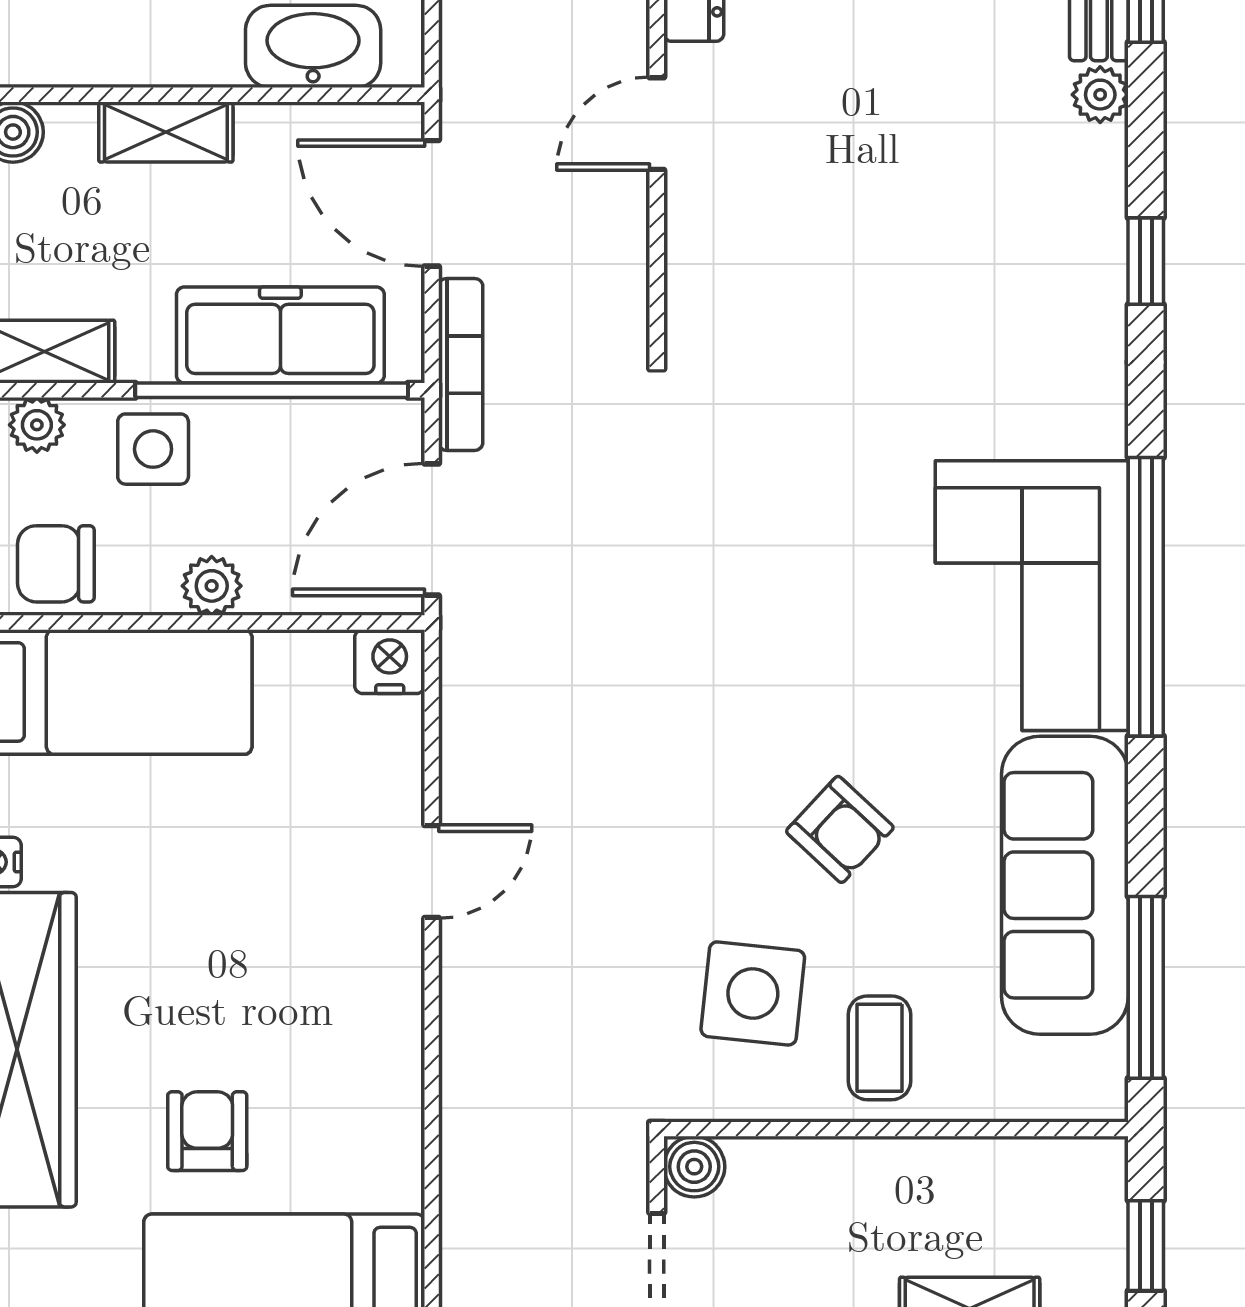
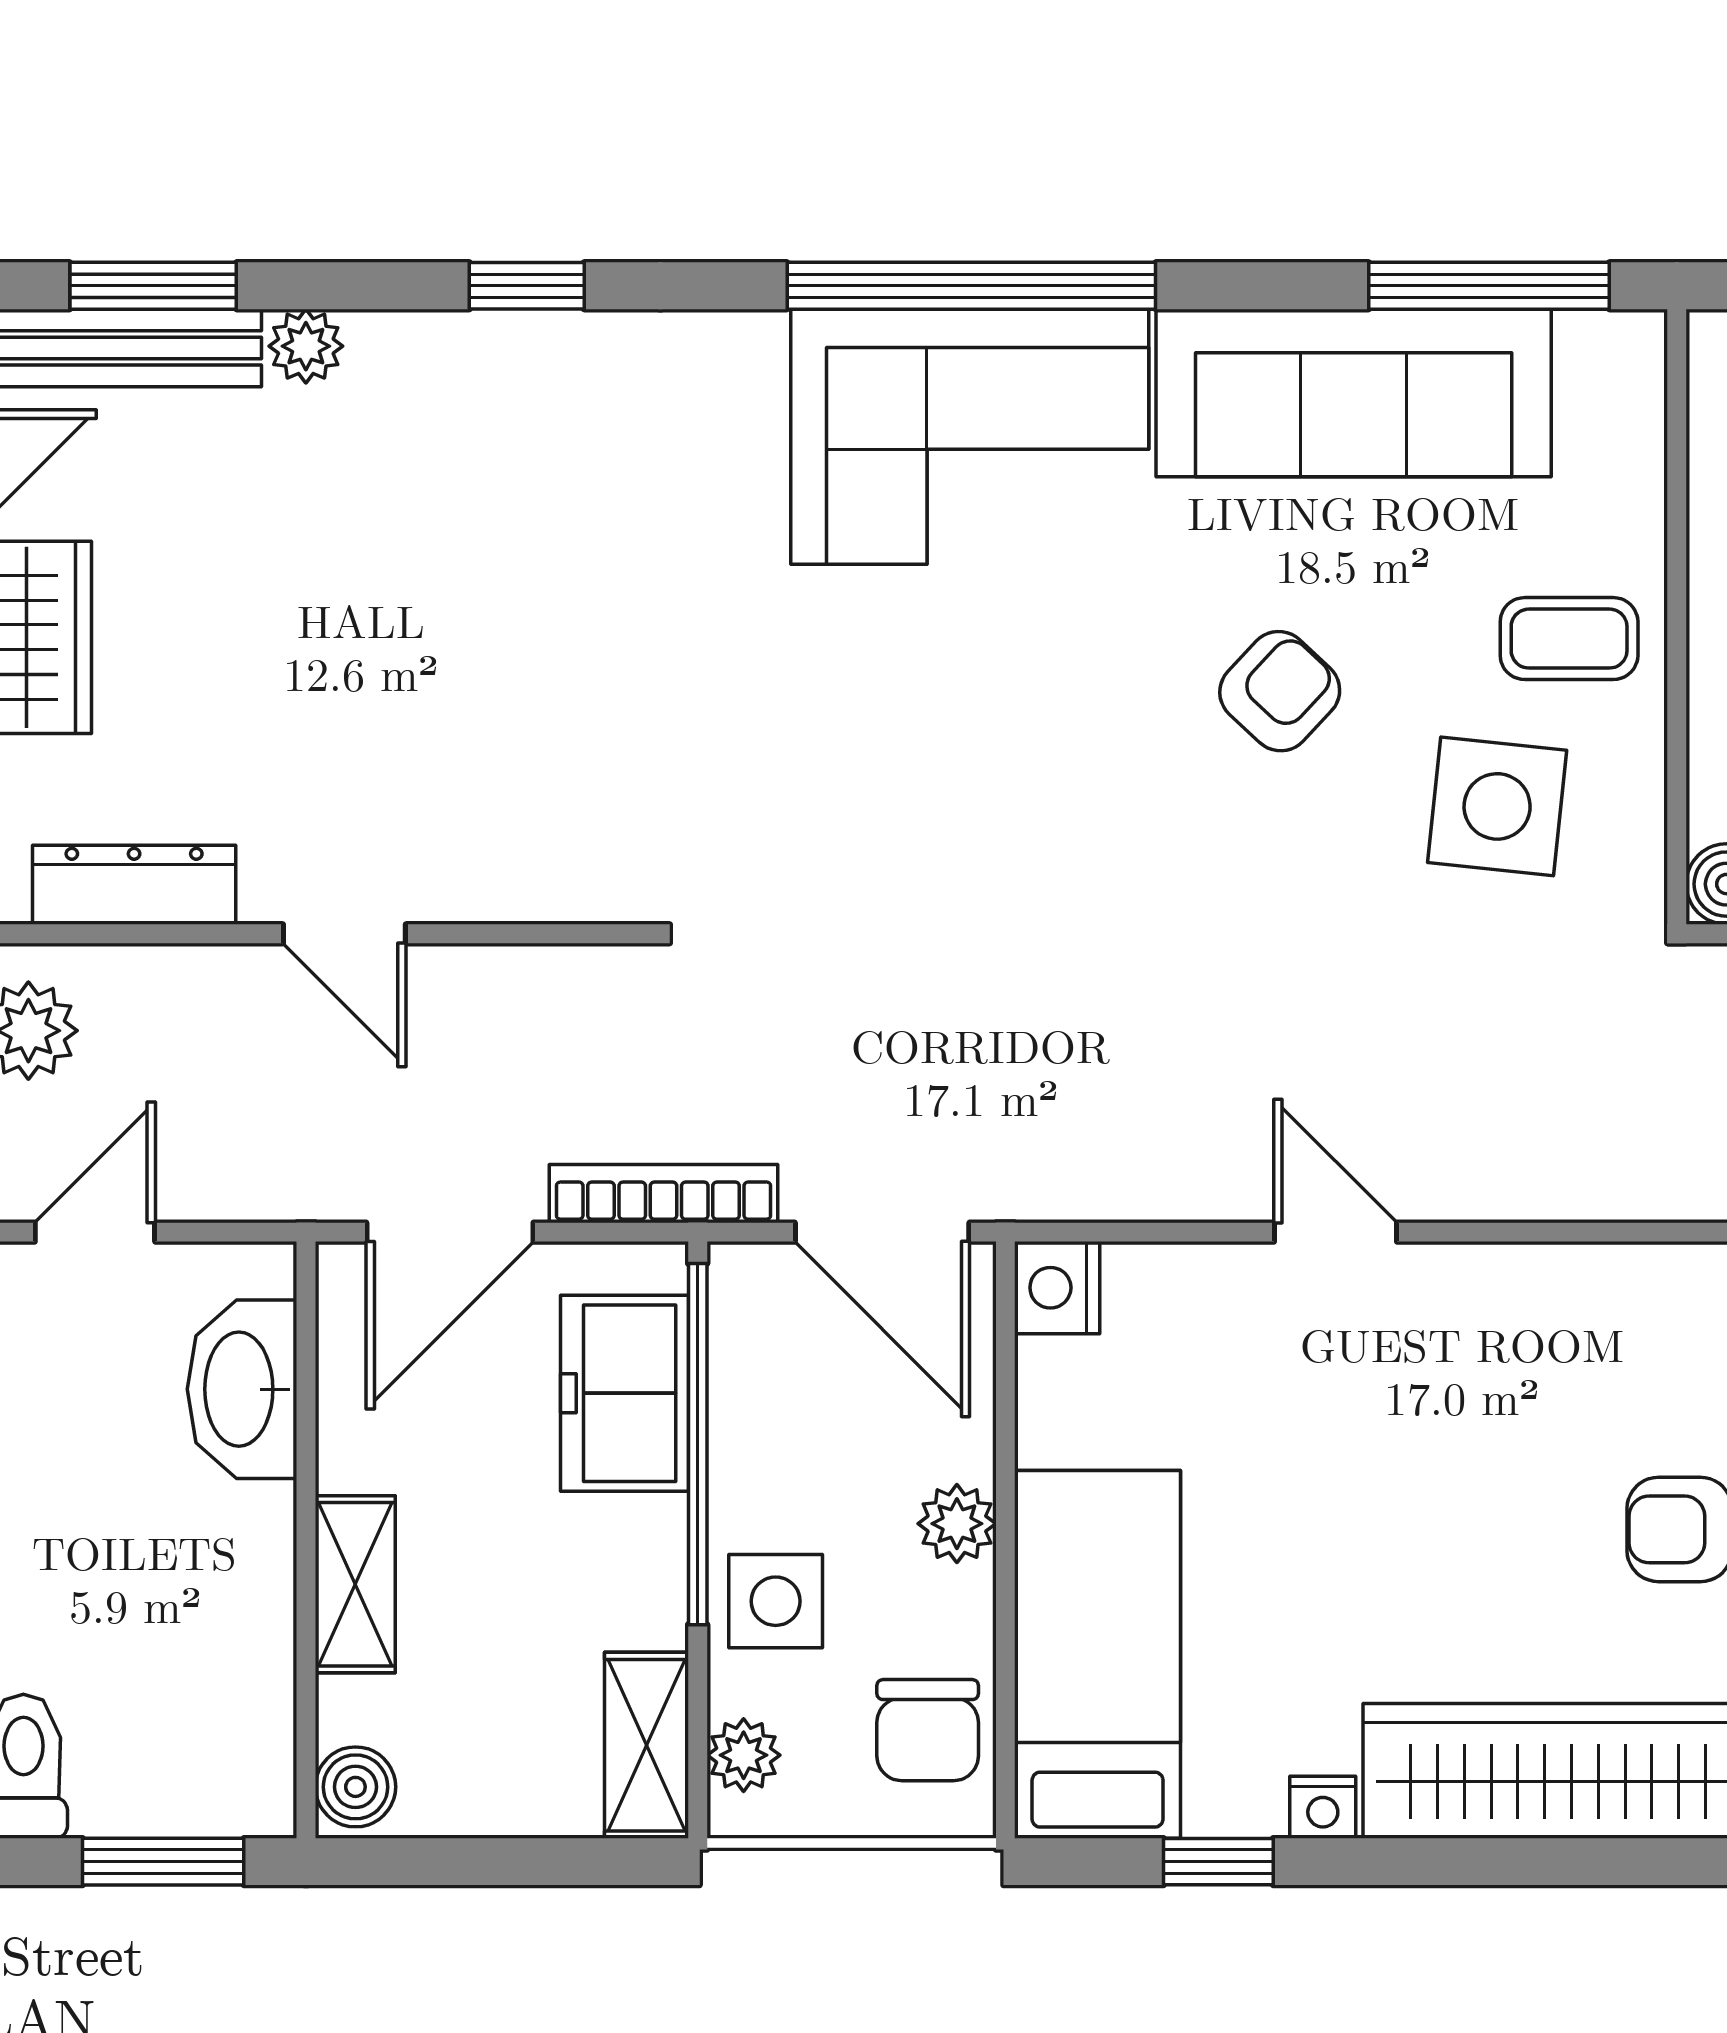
freezer: (280, 335) -> (625, 1393), width x0.71

